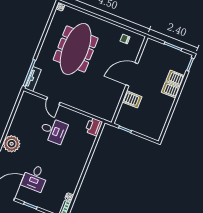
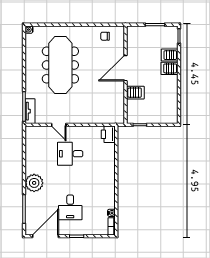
desk: (53, 131) -> (70, 154), turned 180

